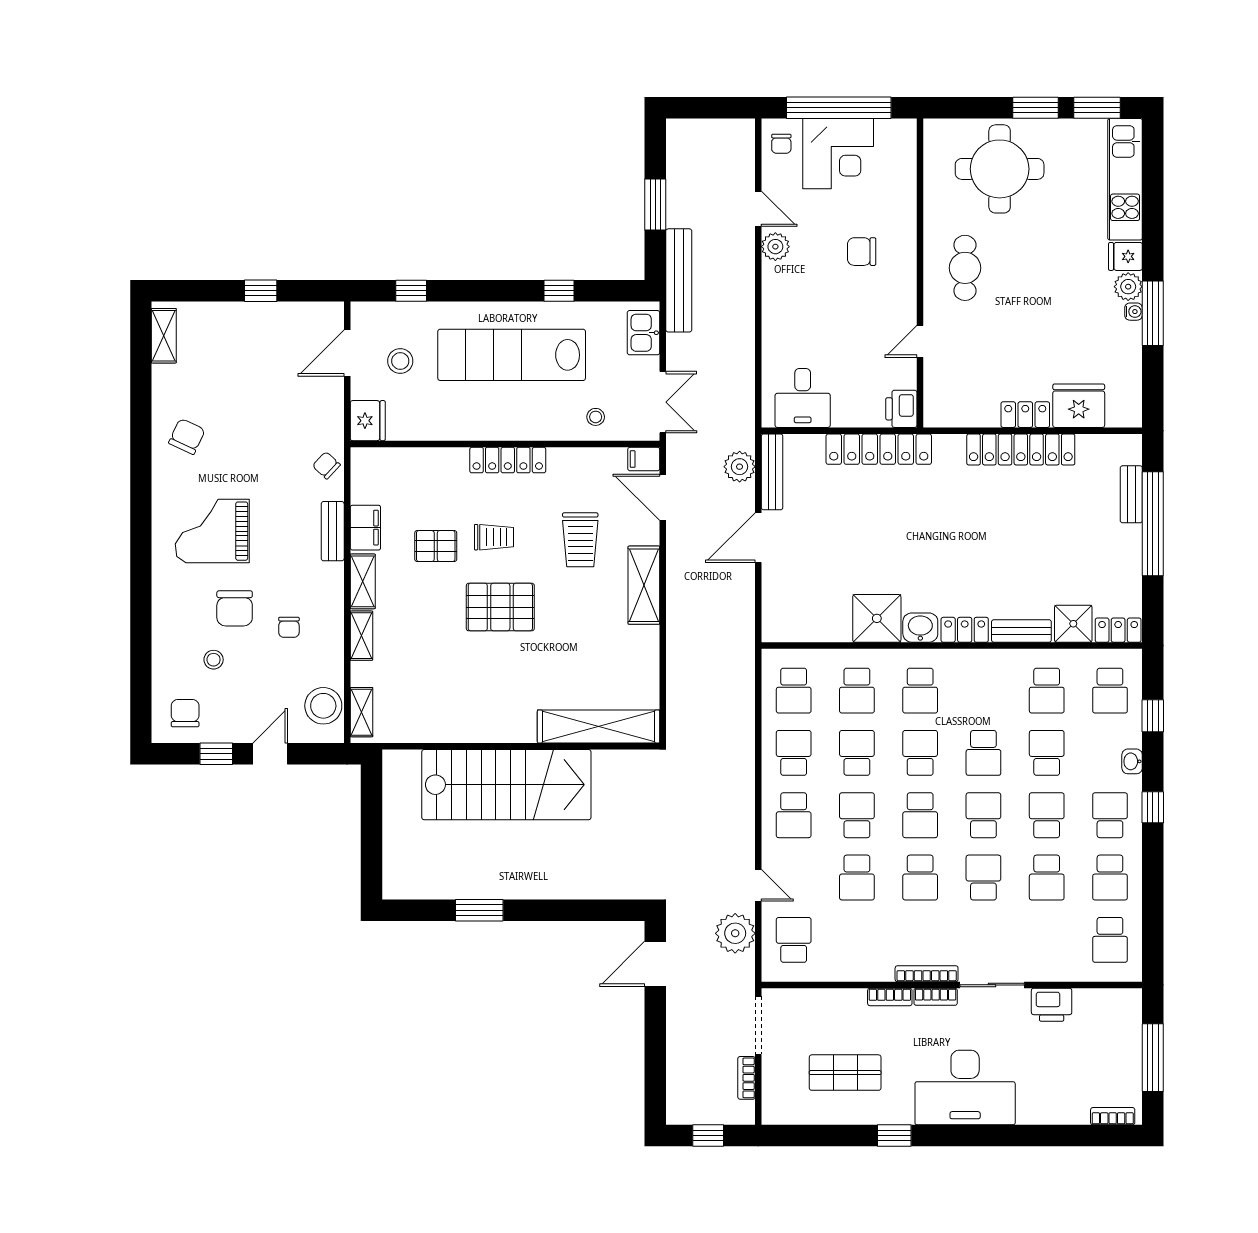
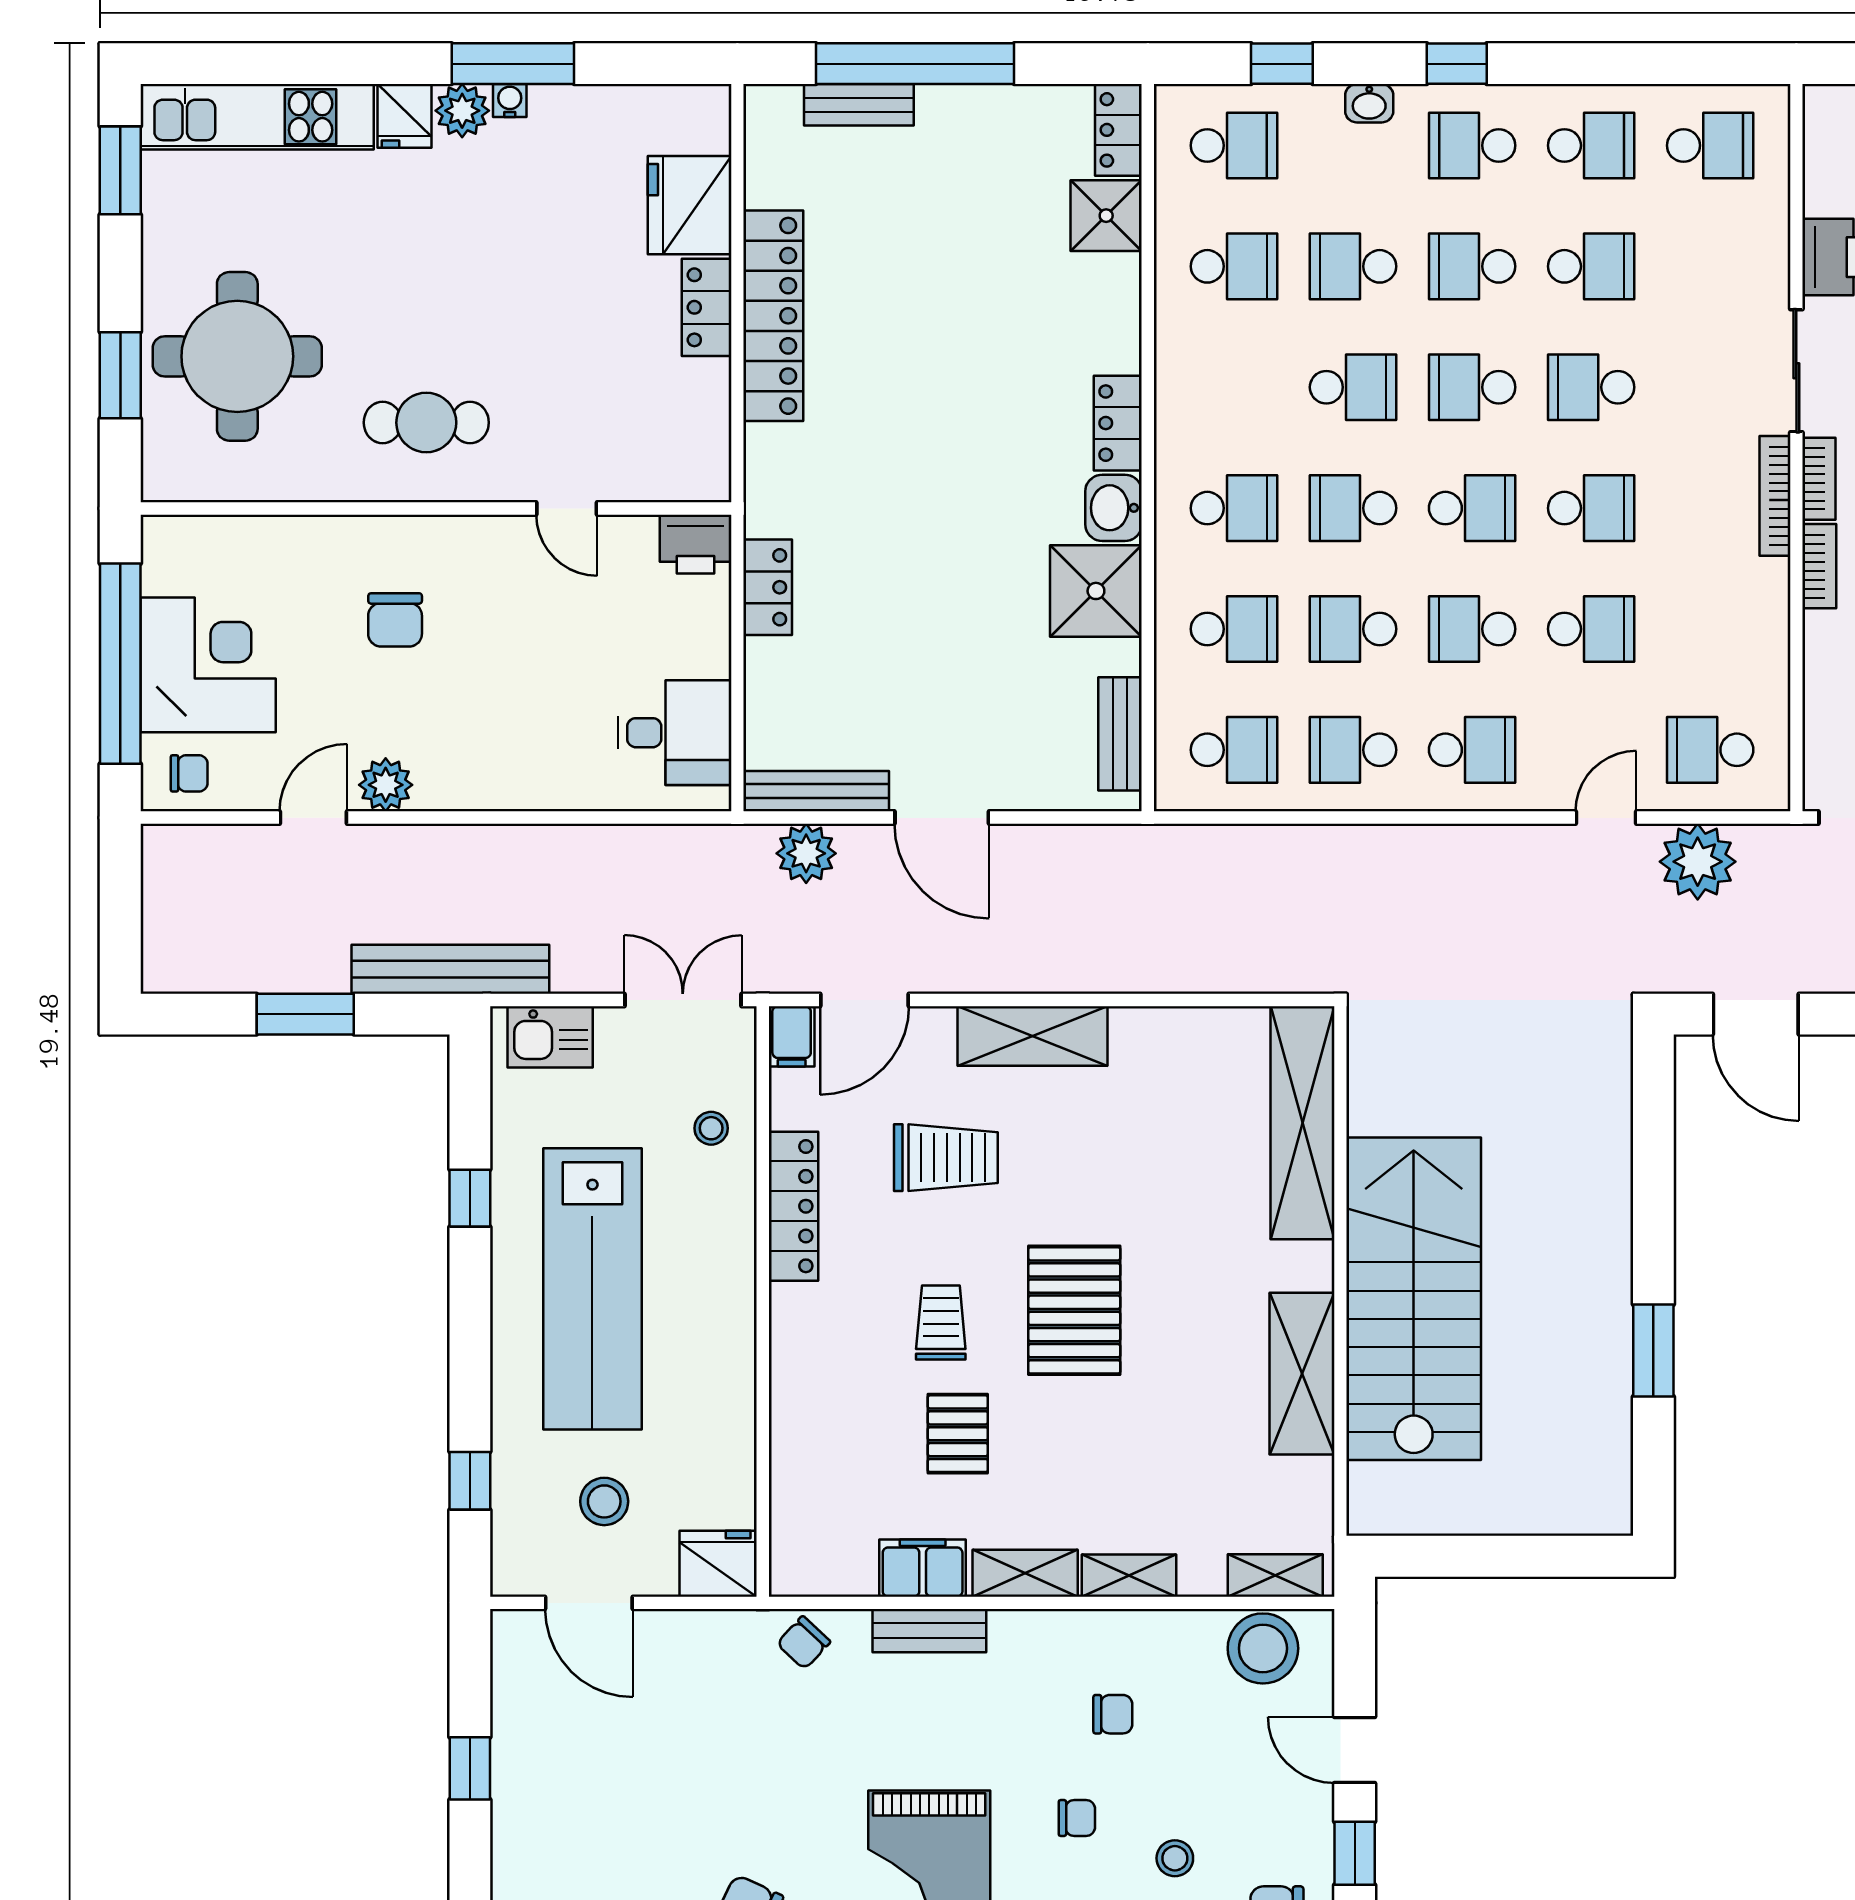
window: (1035, 108) -> (120, 375), moved
locker: (879, 449) -> (768, 587), width x0.46, depth x0.83
locker: (508, 460) -> (793, 1206), moved
chair: (235, 608) -> (1077, 1818), width x0.54, depth x0.54
bench: (1021, 631) -> (1120, 734), moved
shelving: (467, 726) -> (1302, 1374), added

